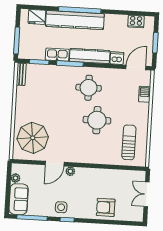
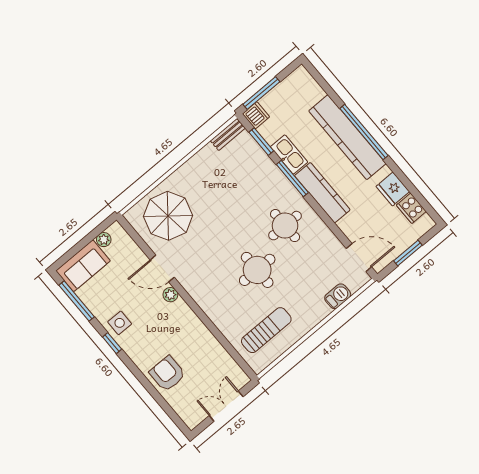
fridge: (37, 17) -> (393, 189), moved
dishwasher: (117, 58) -> (256, 115), moved

